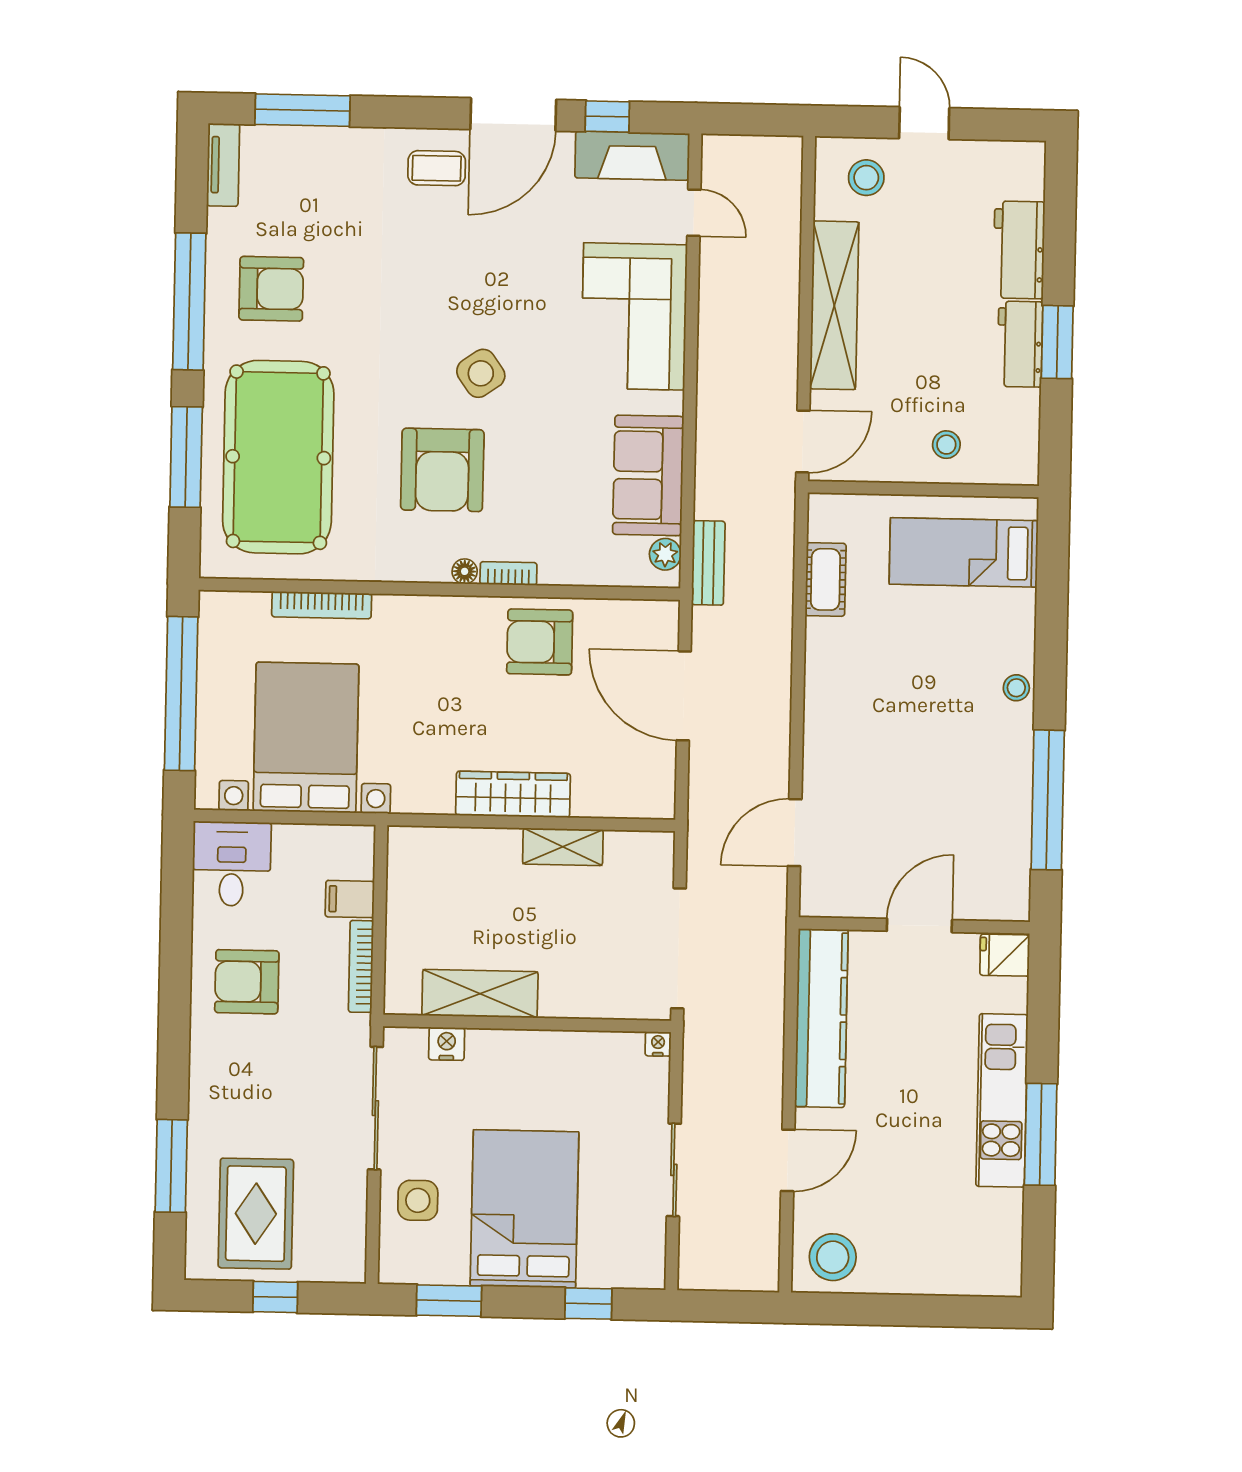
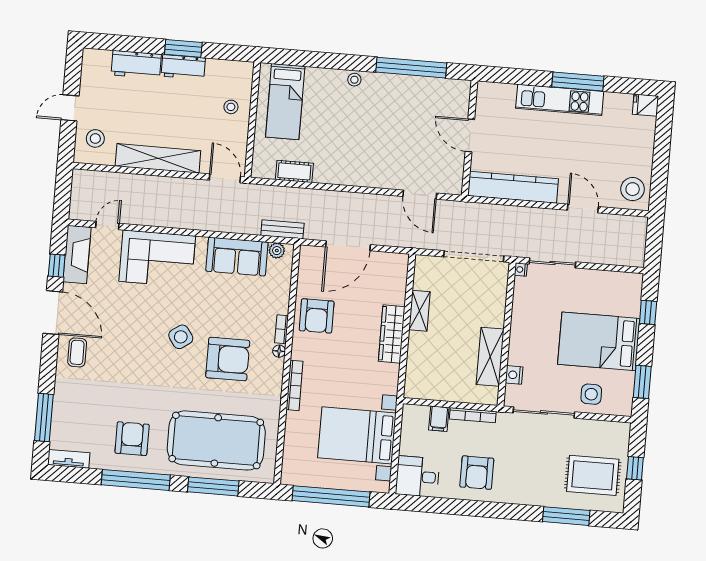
bookcase: (322, 605) -> (295, 385), moved
fridge: (1005, 955) -> (646, 105), moved, turned 90
sliding door: (674, 1170) -> (552, 263), moved

